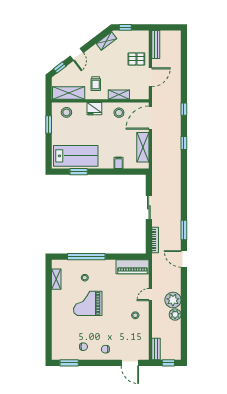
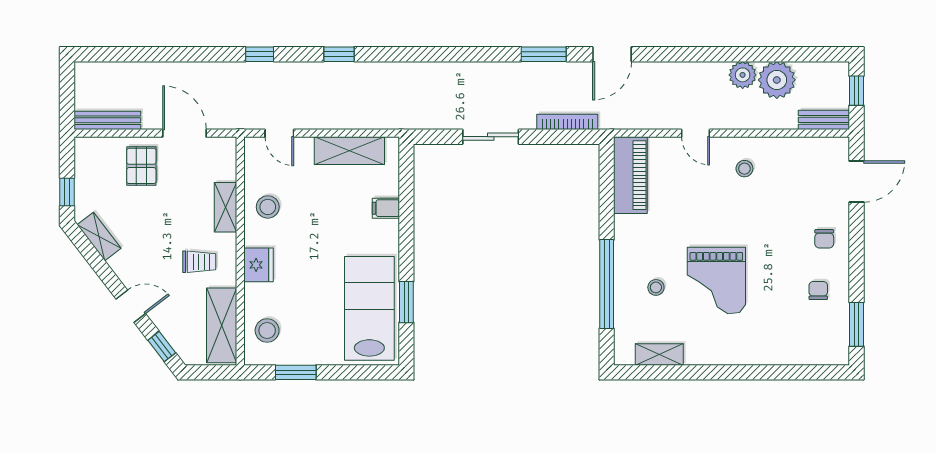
door: (150, 118) -> (279, 133), width x0.53
plant: (173, 300) -> (777, 80), moved

